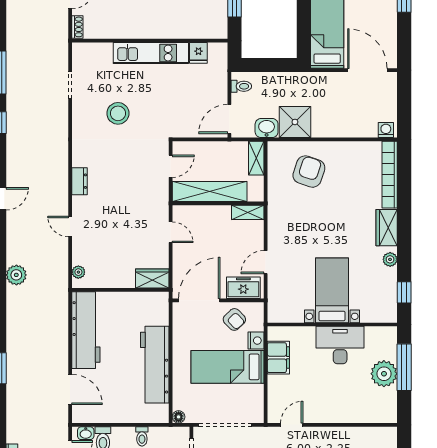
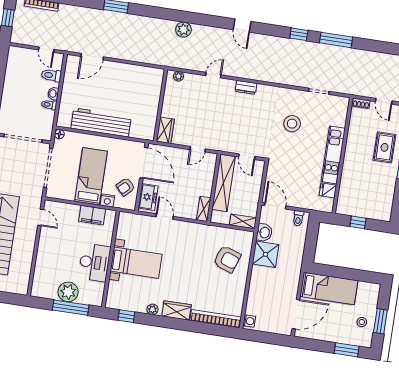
workbench: (86, 330) -> (135, 75), removed
washbasin: (86, 433) -> (53, 94), moved

